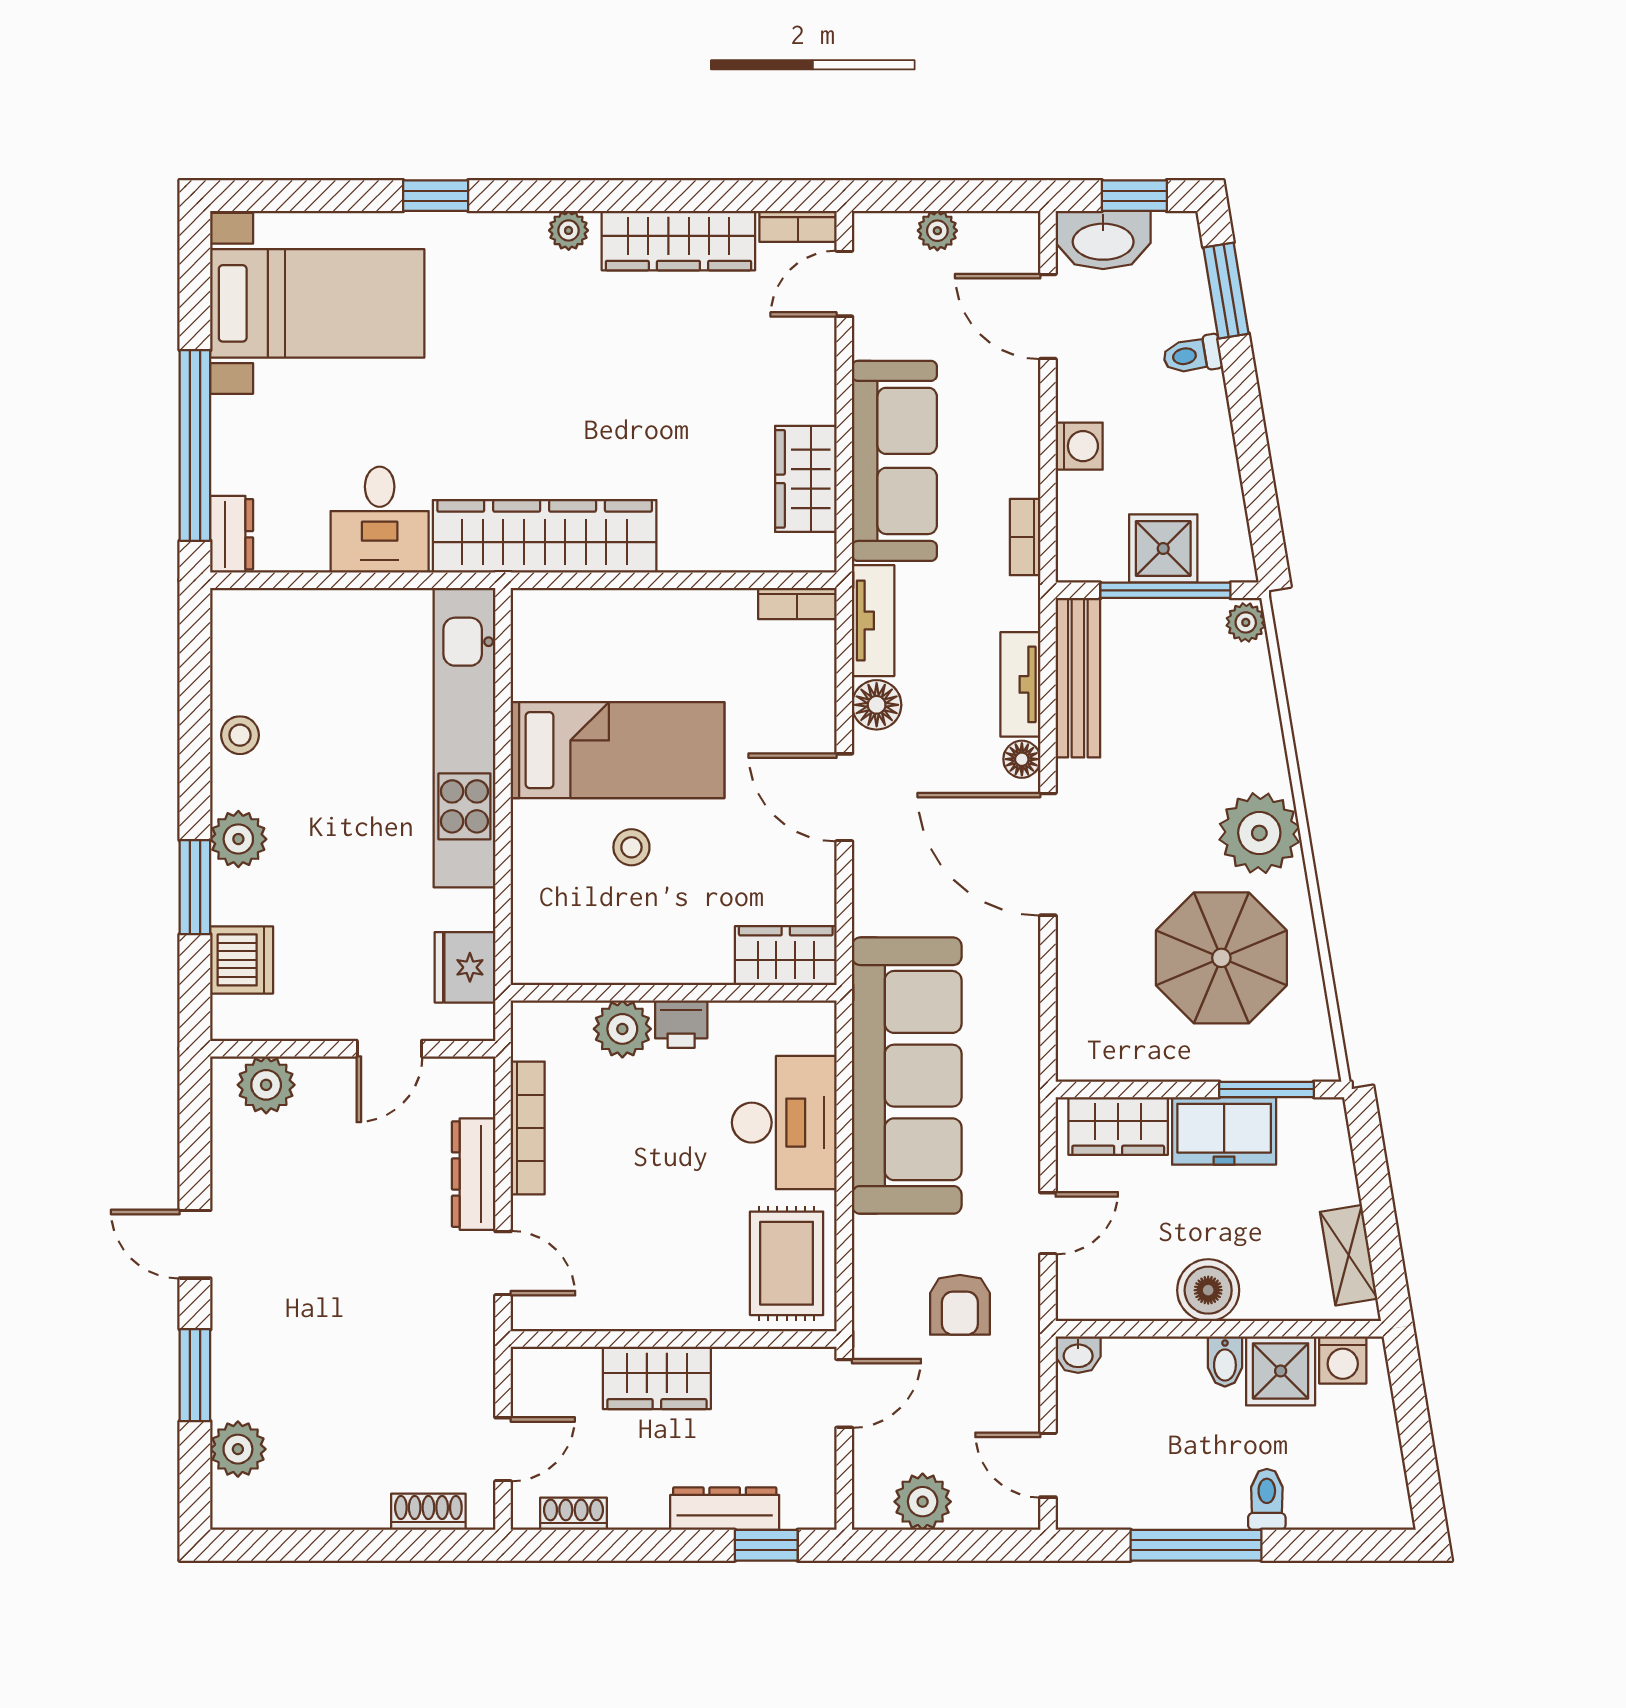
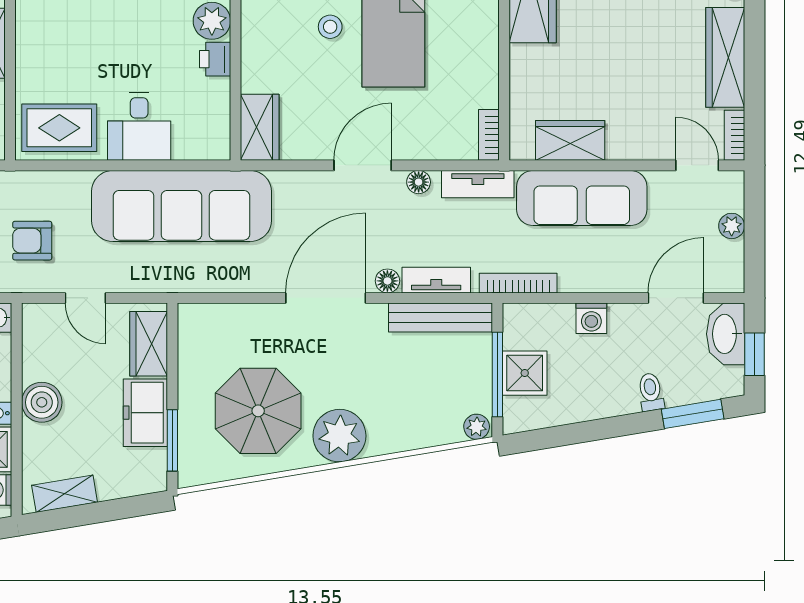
bookcase: (1025, 537) -> (518, 283), width x1.56
floor lamp: (877, 705) -> (419, 182), width x0.73, depth x0.73
desk: (784, 1123) -> (139, 126), width x0.73

